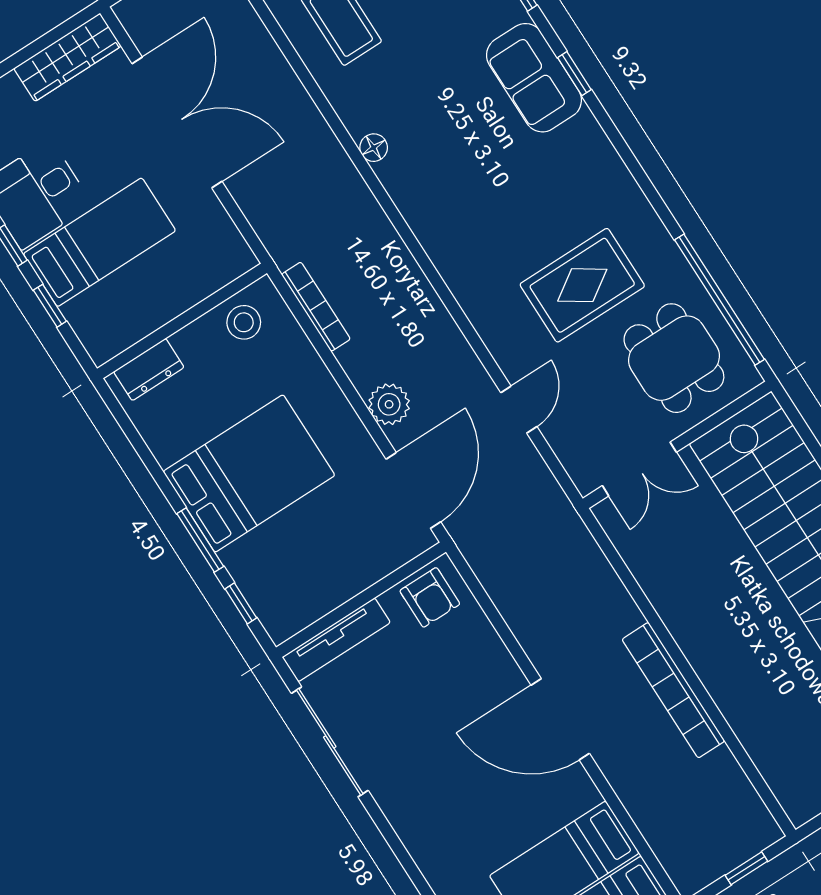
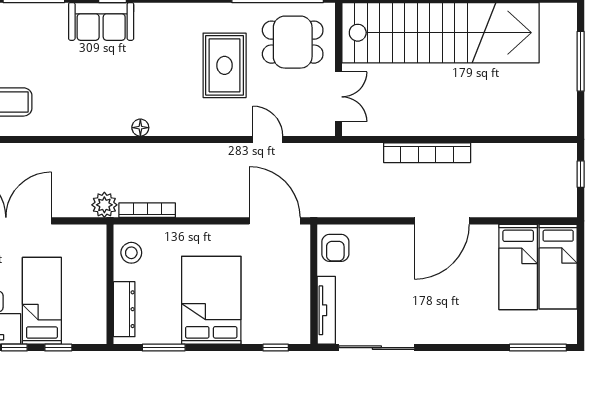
floor lamp: (374, 148) -> (140, 128), moved
dresser: (149, 370) -> (124, 309), width x1.44
plant: (389, 404) -> (104, 205), moved
window: (200, 540) -> (164, 348), moved
armchair: (430, 597) -> (335, 248), turned 90
bookcase: (673, 690) -> (427, 153), moved

